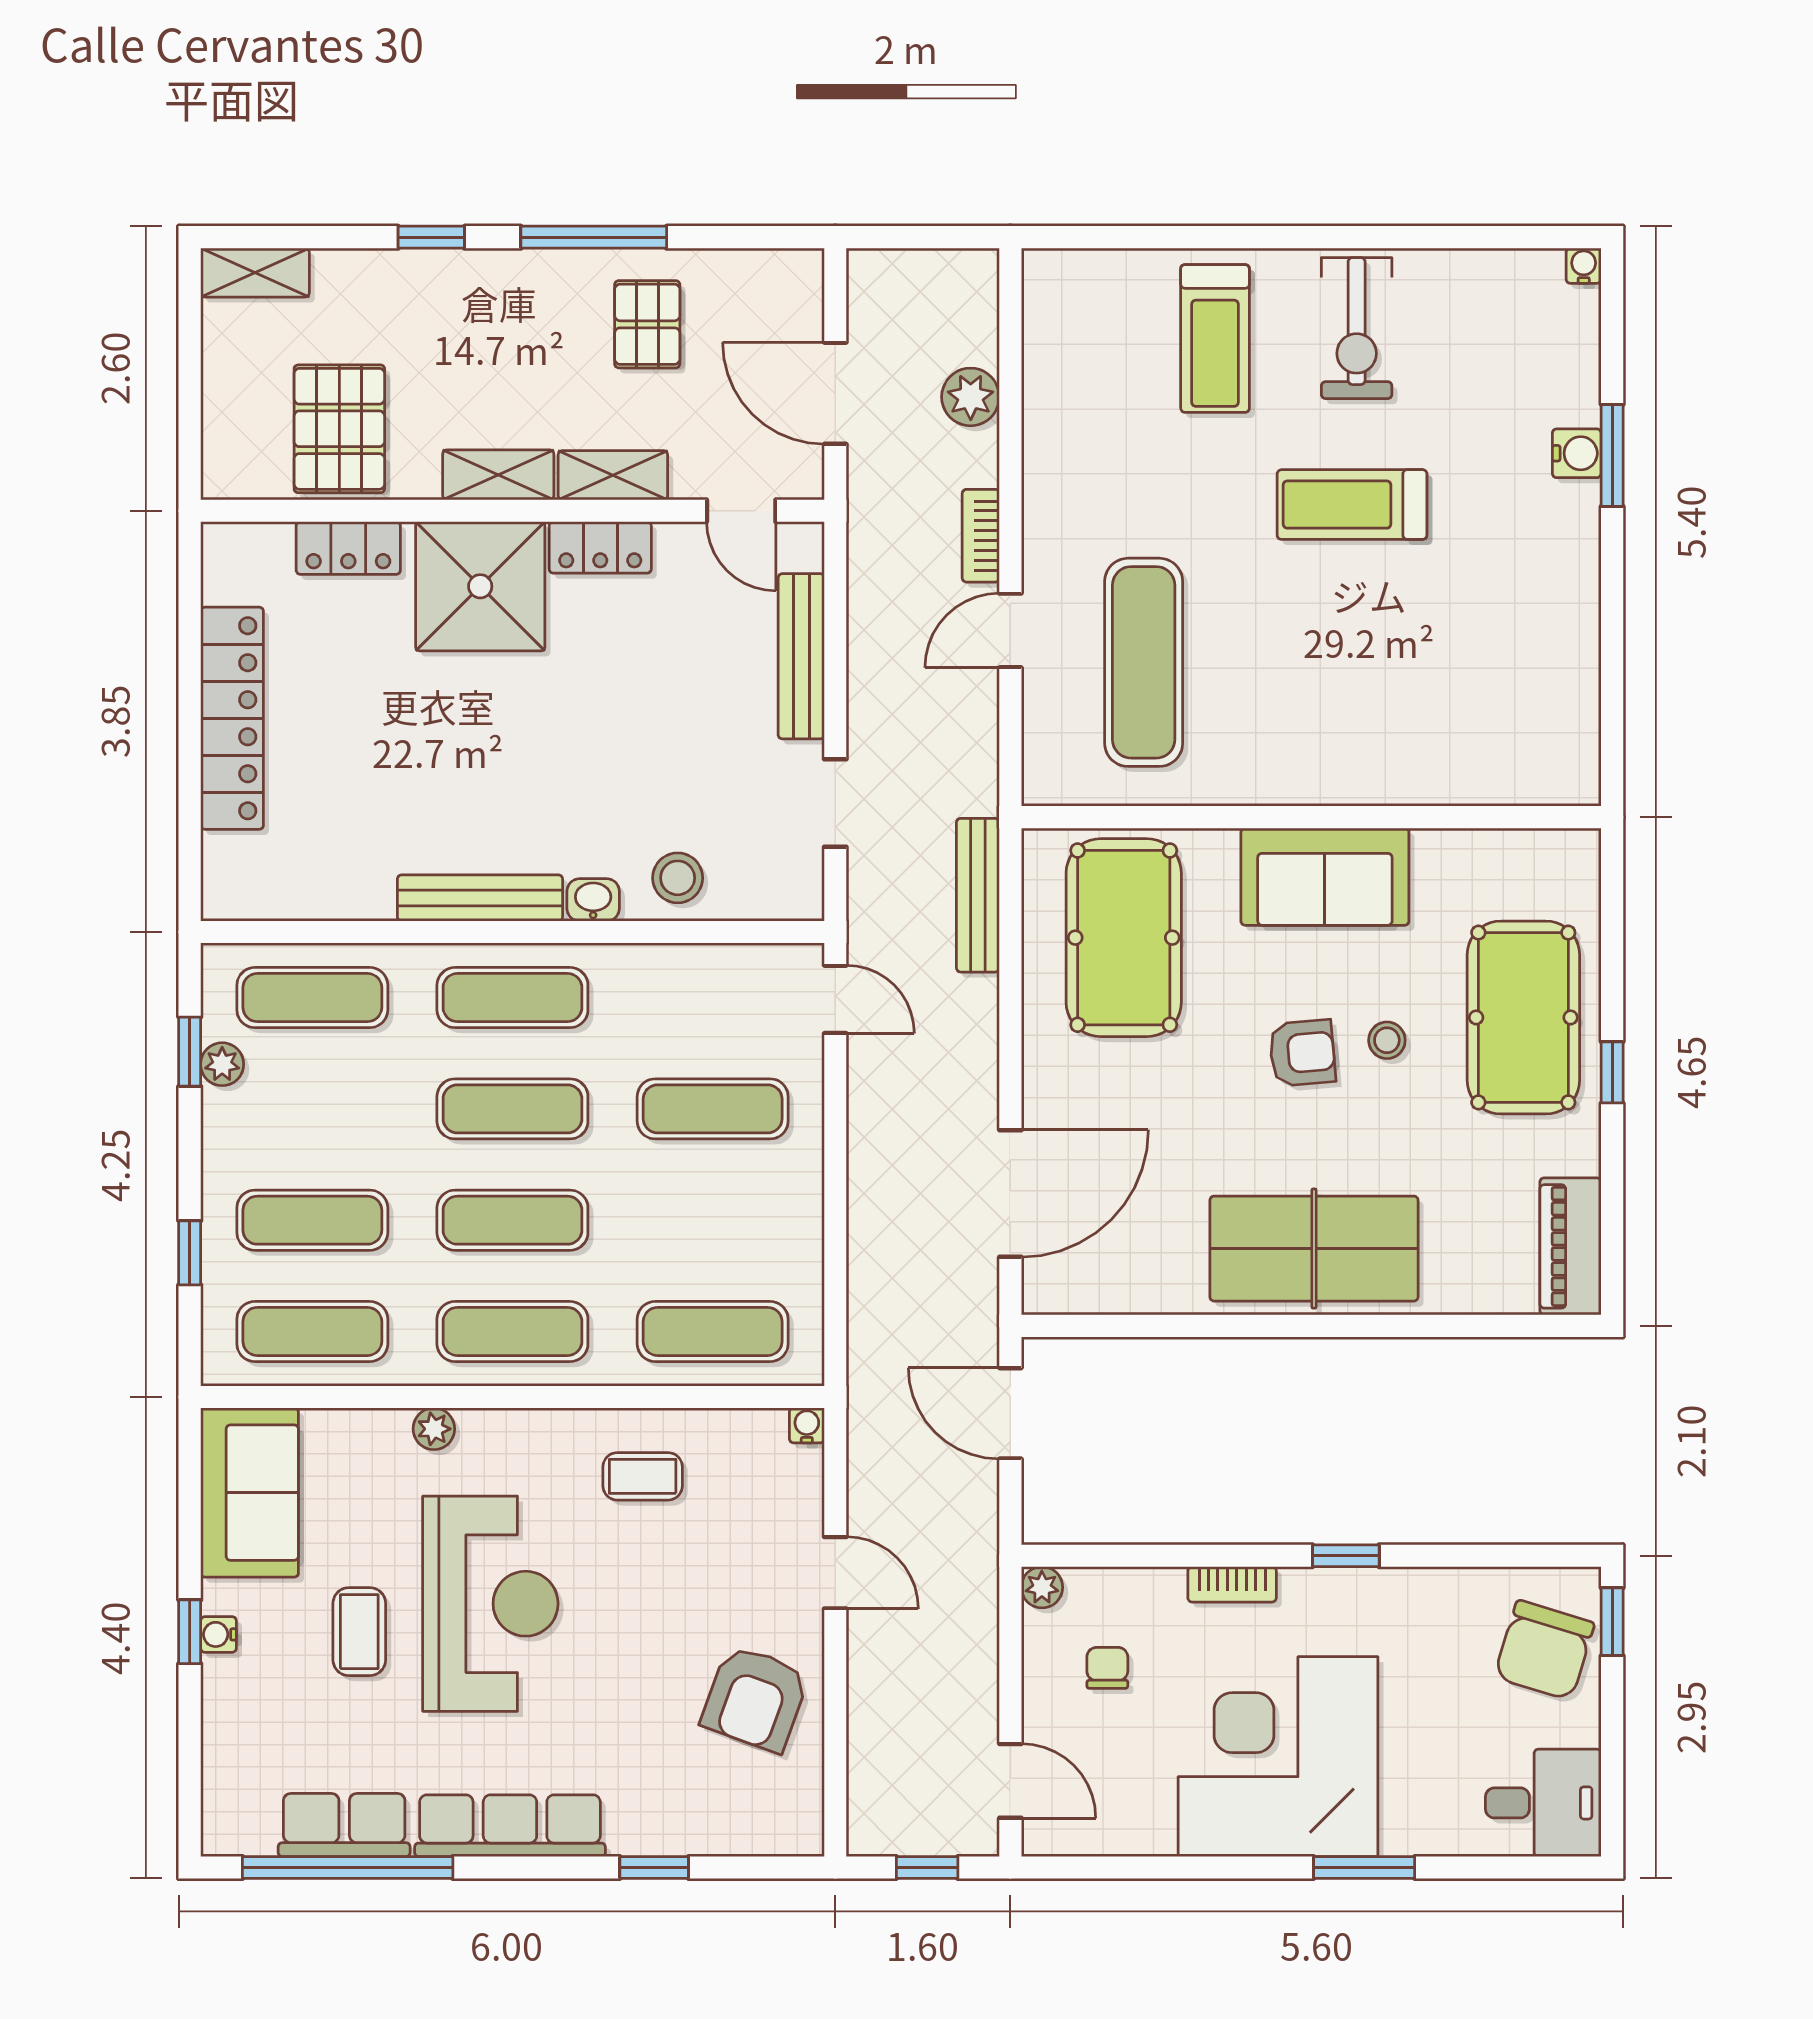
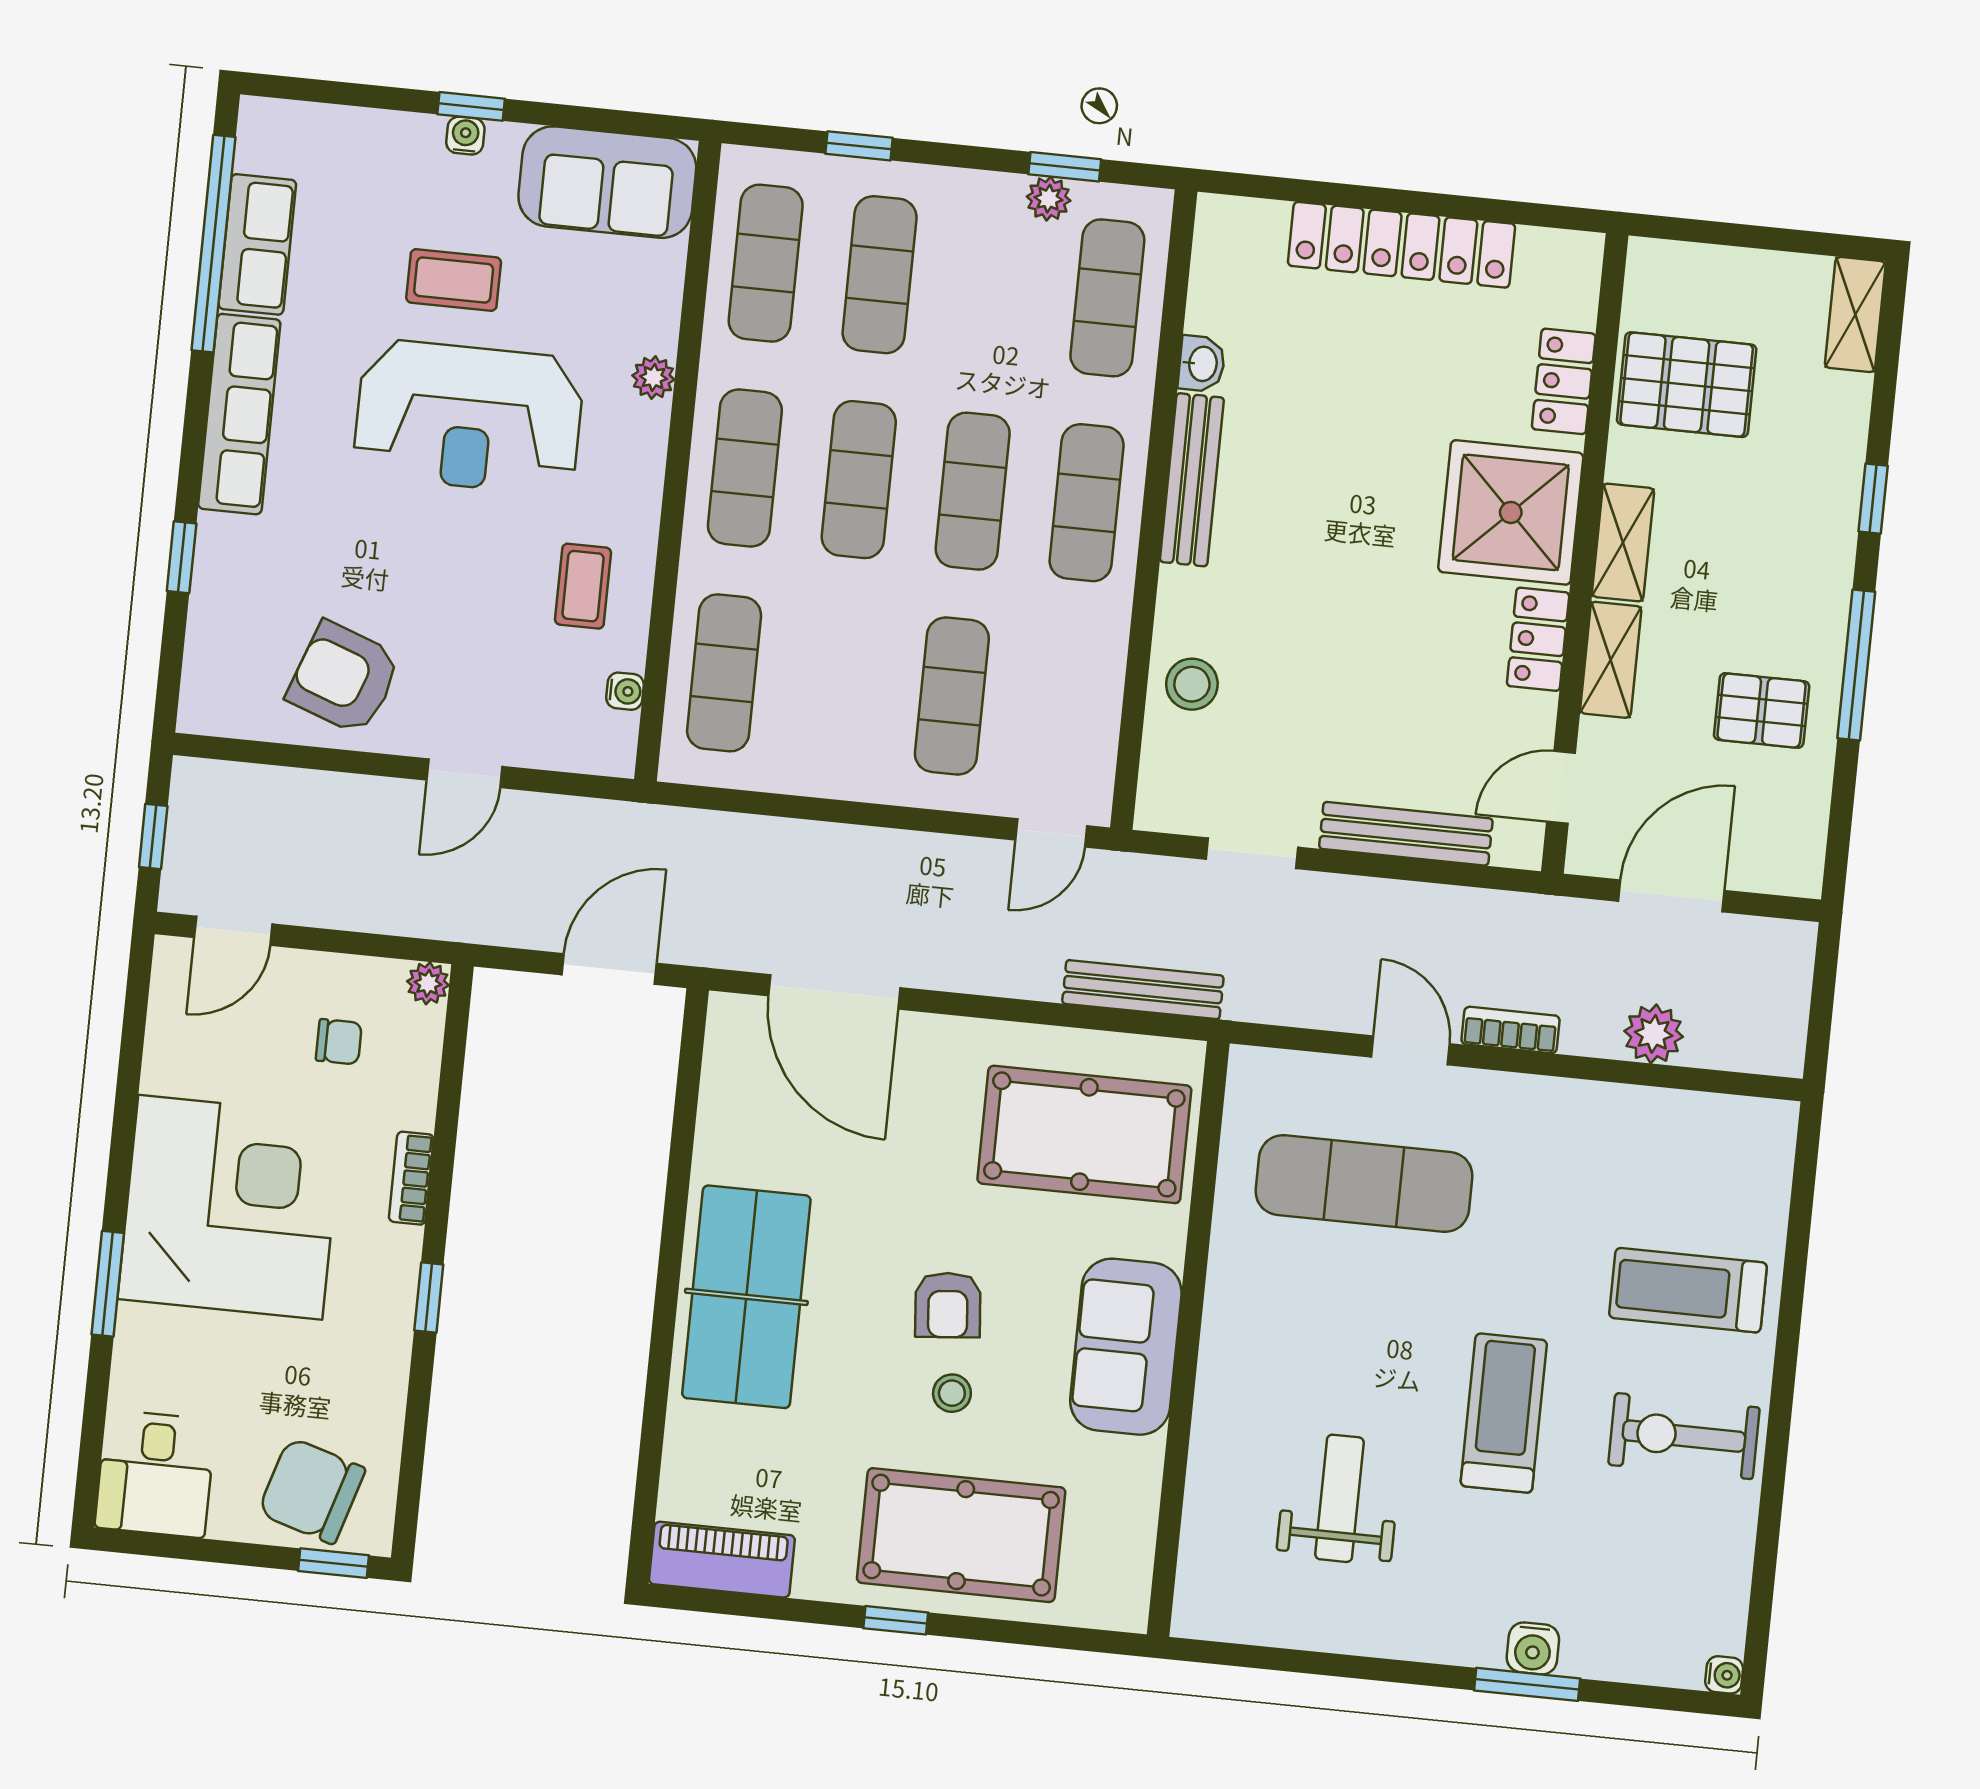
weight bench: (1451, 655) -> (1339, 1498), added
washbasin: (593, 900) -> (1202, 364), moved
water cooler: (807, 1425) -> (625, 691), moved

